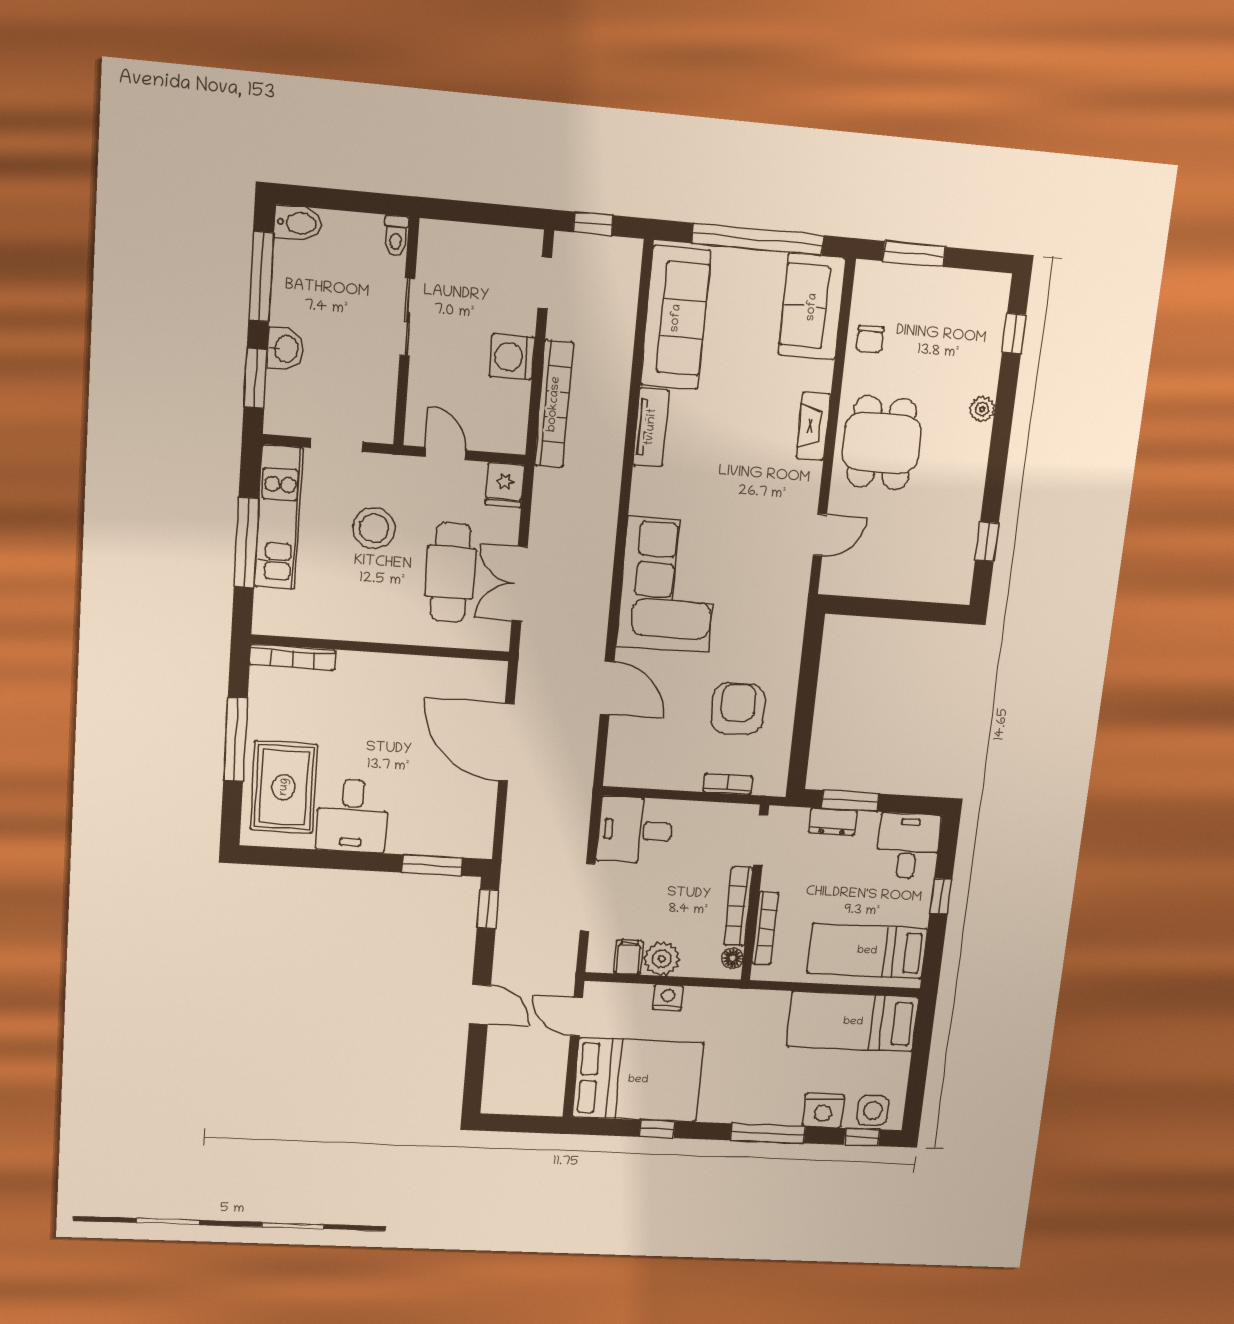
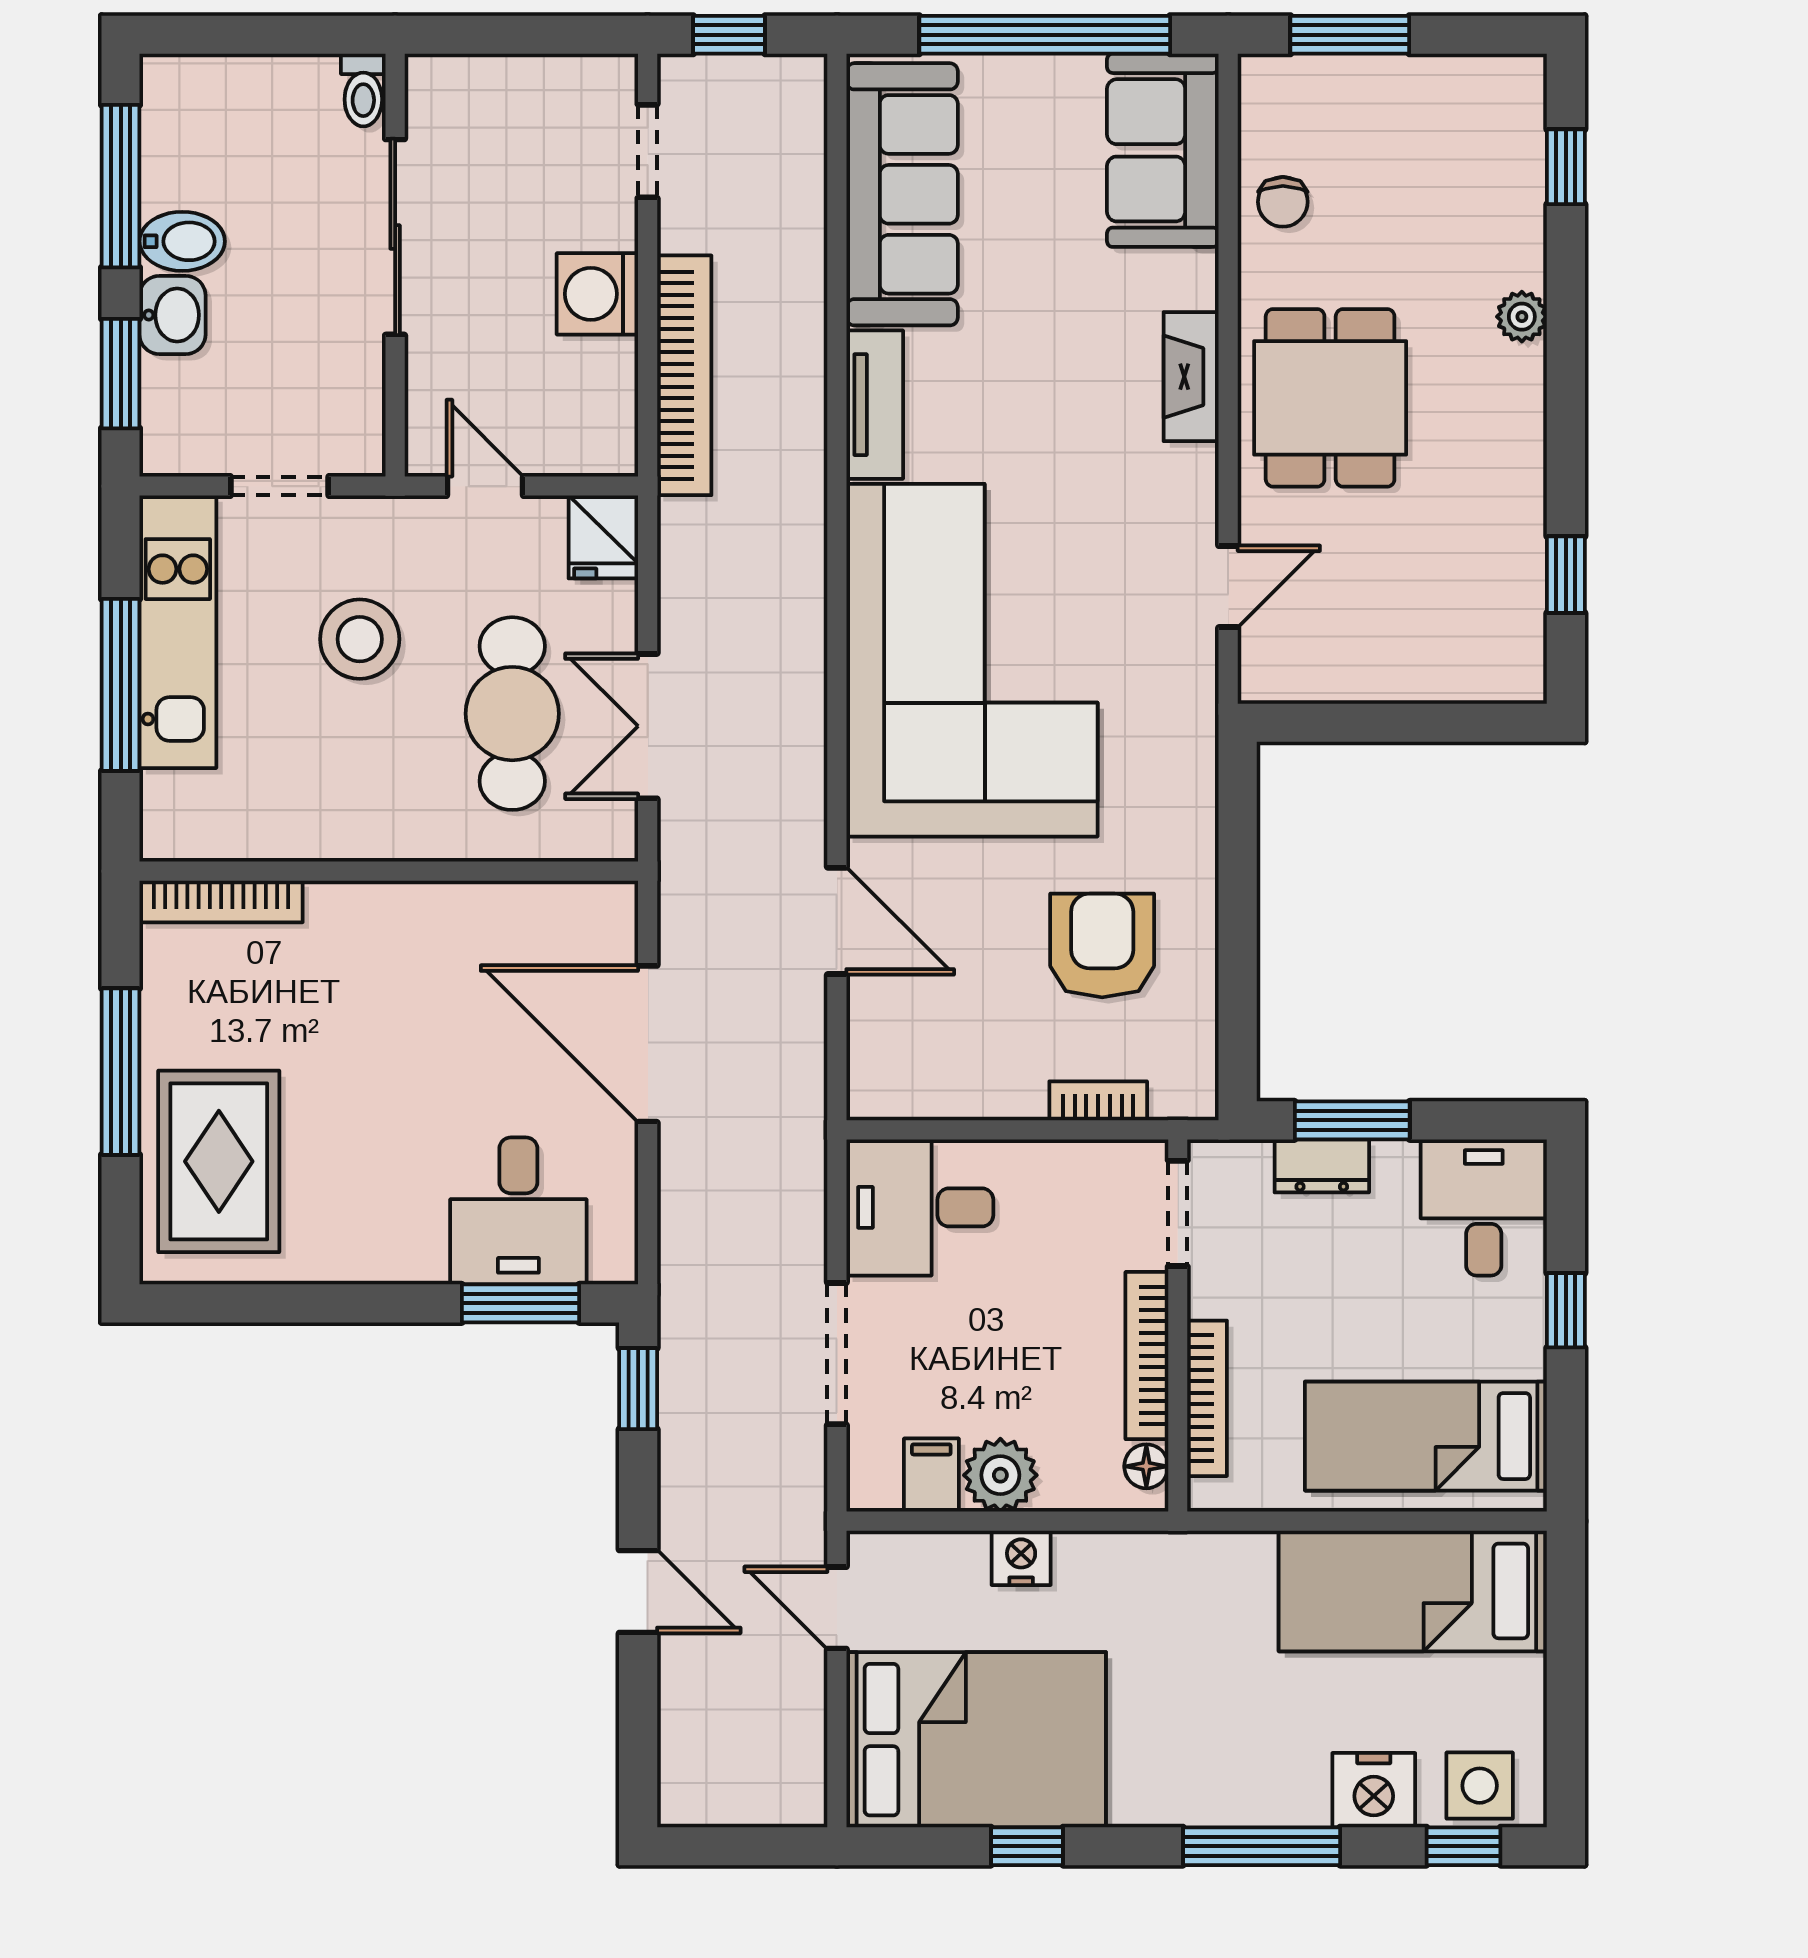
bidet: (298, 223) -> (182, 241), moved
sliding door: (407, 317) -> (395, 237), width x1.37
corner sofa: (668, 585) -> (972, 660), width x1.36, depth x1.36
desk: (352, 816) -> (518, 1211), moved

